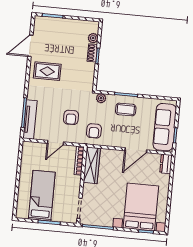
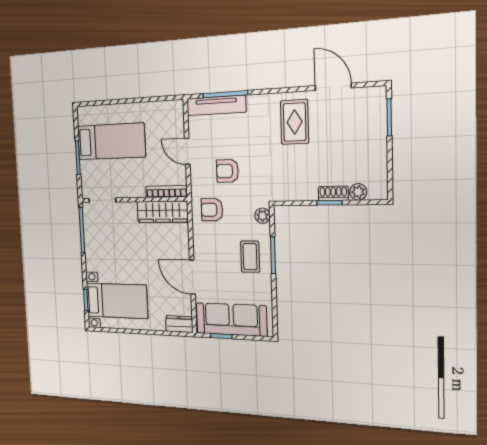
bed with nightstands: (141, 207) -> (117, 301), width x0.73

